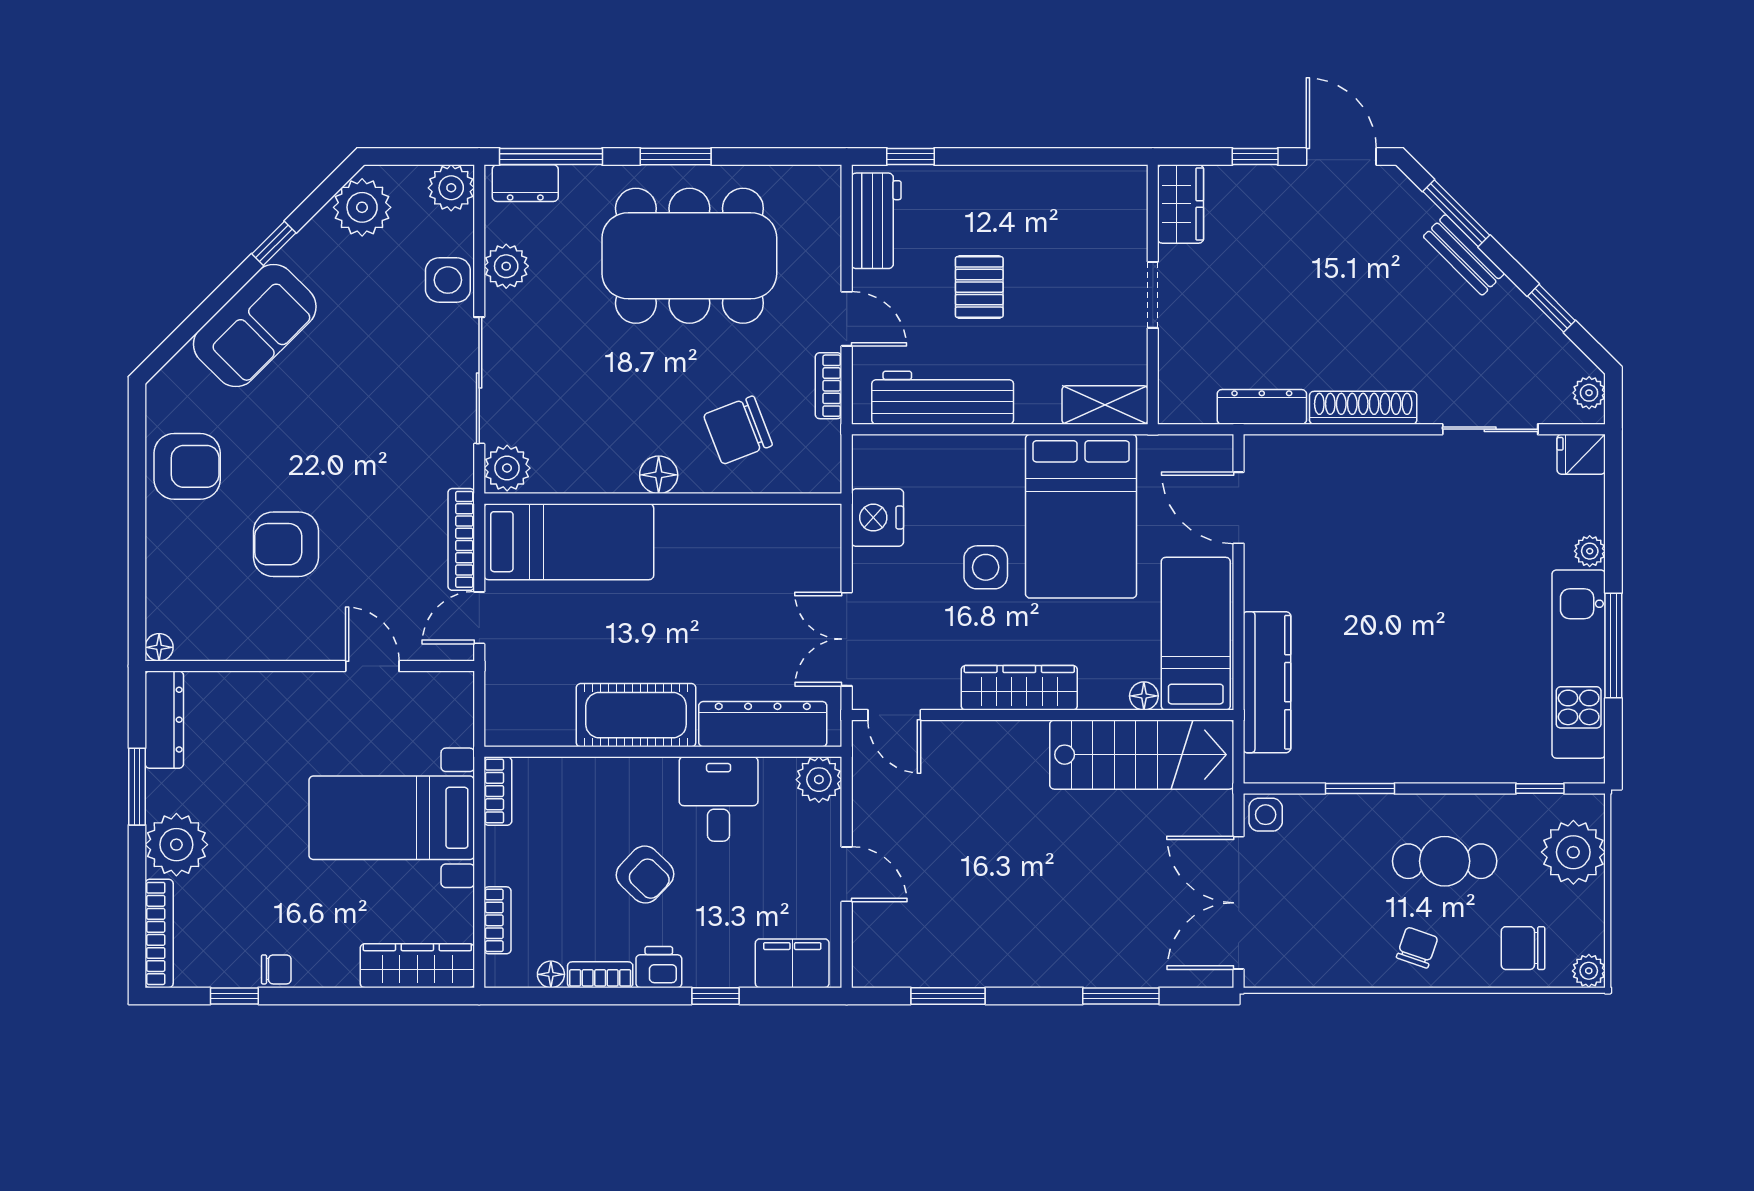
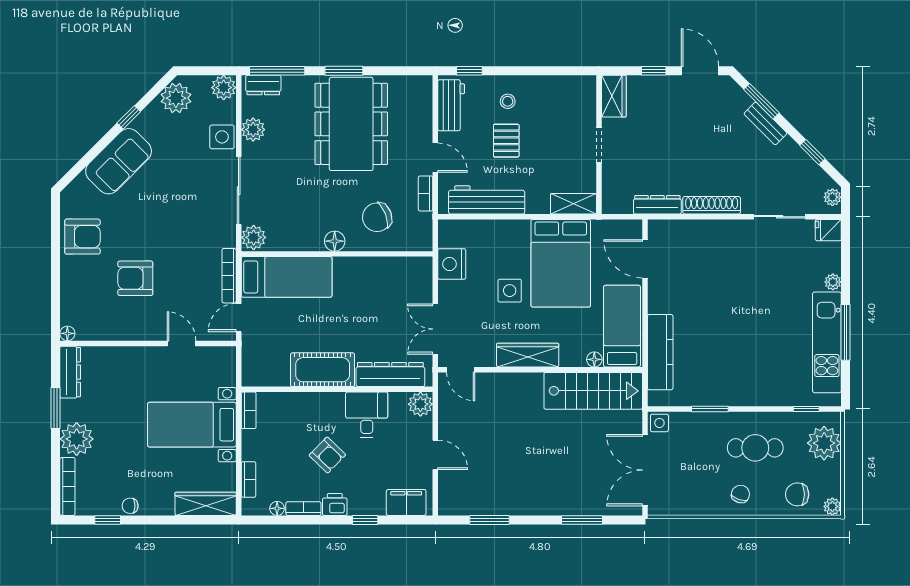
stool: (982, 213) -> (508, 101), added
dining table: (689, 256) -> (351, 124), turned 90
chair: (276, 969) -> (130, 506), turned 180

